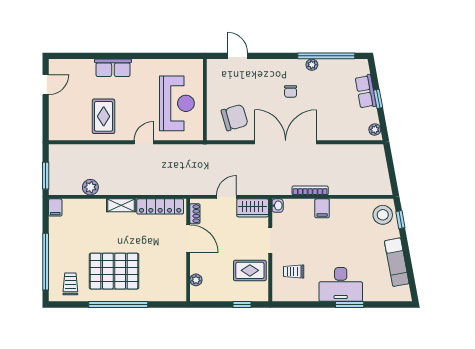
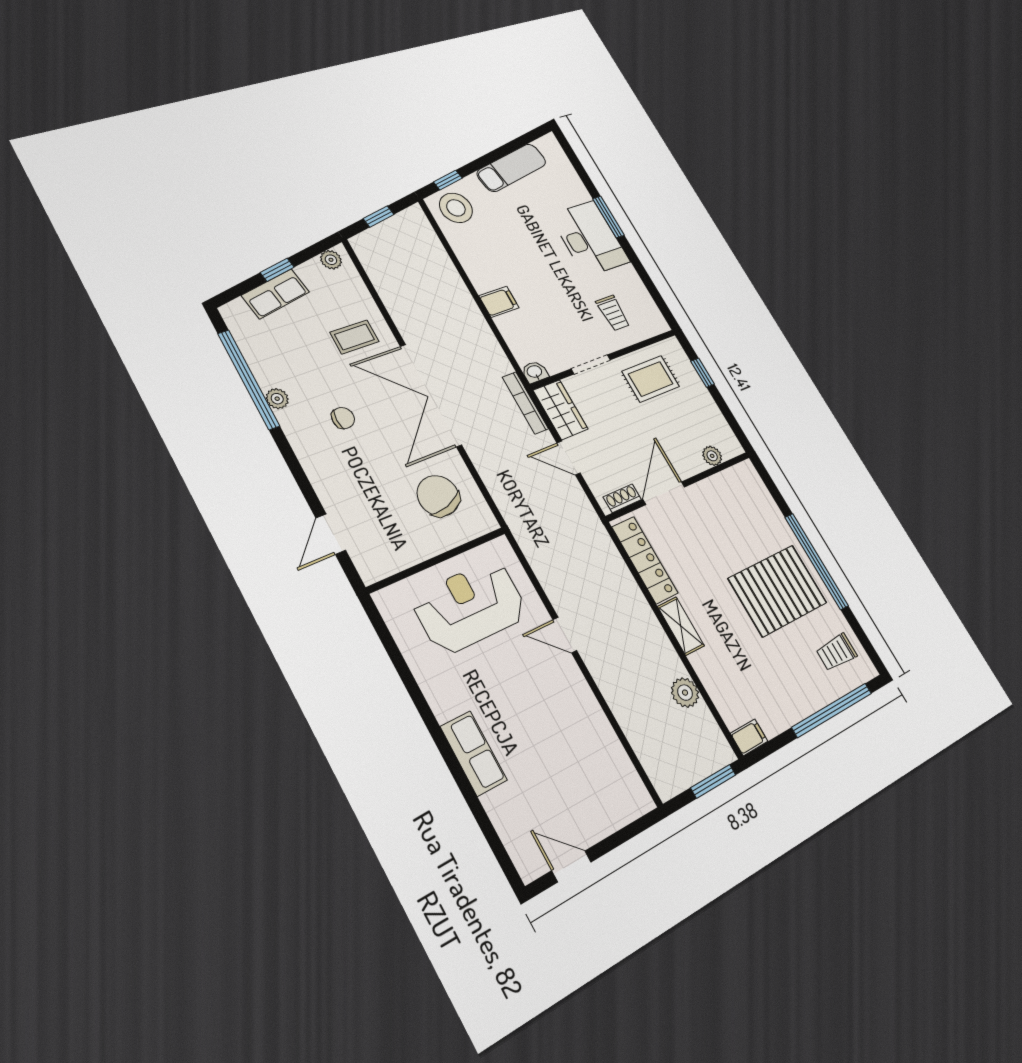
rug: (104, 116) -> (564, 728), removed
coffee table: (330, 120) -> (354, 337), added
window: (391, 168) -> (378, 217), added
bookcase: (310, 190) -> (525, 403), moved
rug: (250, 270) -> (651, 379), turned 90
pallet: (114, 271) -> (778, 591), turned 90

